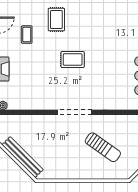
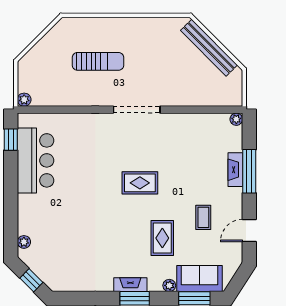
sun lounger: (103, 147) -> (98, 61), turned 145

